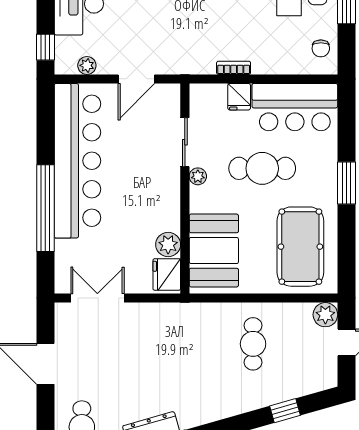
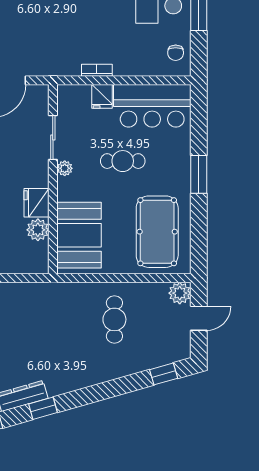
cafe table: (262, 168) -> (123, 161), width x0.73, depth x0.74
fridge: (167, 275) -> (37, 203), moved
window: (285, 411) -> (164, 374), moved

